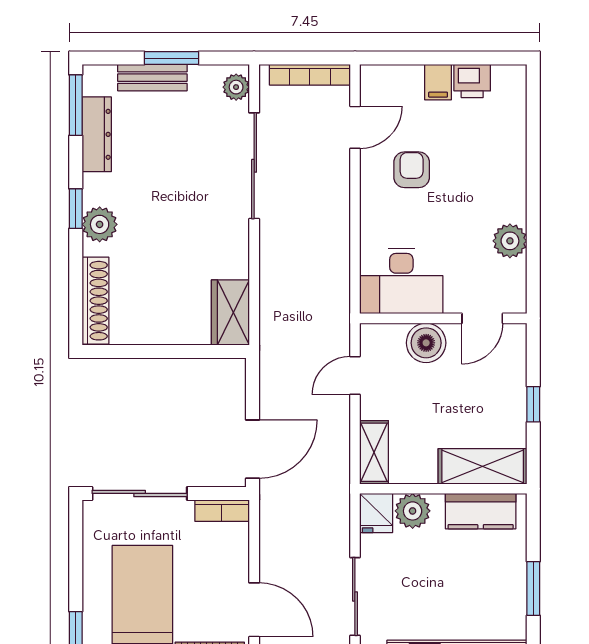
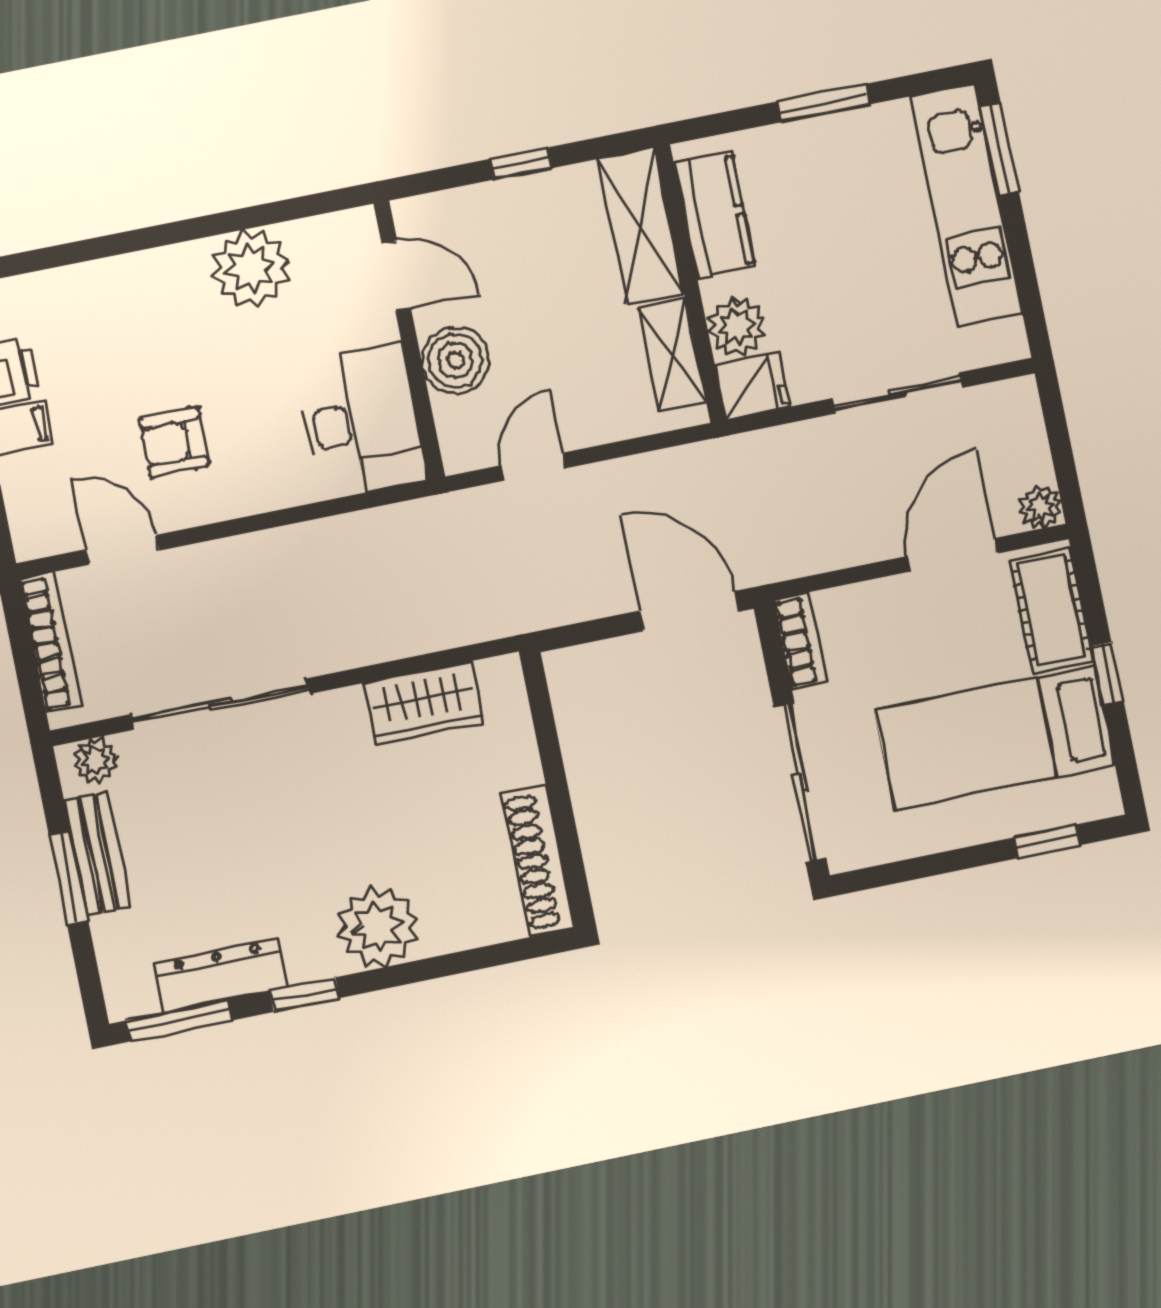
bench: (152, 78) -> (98, 854), moved
window: (76, 209) -> (305, 995), moved
plant: (100, 224) -> (377, 927), width x1.36, depth x1.36
plant: (510, 241) -> (251, 268), width x1.36, depth x1.36
shoe rack: (95, 301) -> (538, 861), moved, turned -90
wardrobe: (230, 313) -> (423, 703), moved
door: (355, 375) -> (533, 467), swing flipped
shelving: (374, 452) -> (672, 355), moved, turned 90

